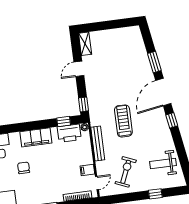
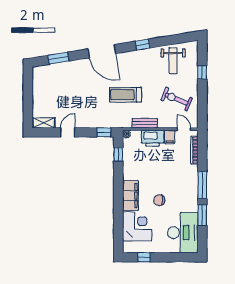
window: (154, 62) -> (58, 58), moved
door: (79, 69) -> (68, 132), swing flipped
window: (172, 120) -> (143, 45), moved
printer: (69, 133) -> (153, 138), moved, turned 90
filing cabinet: (36, 137) -> (130, 196), moved
bench: (98, 144) -> (145, 123), width x0.73

